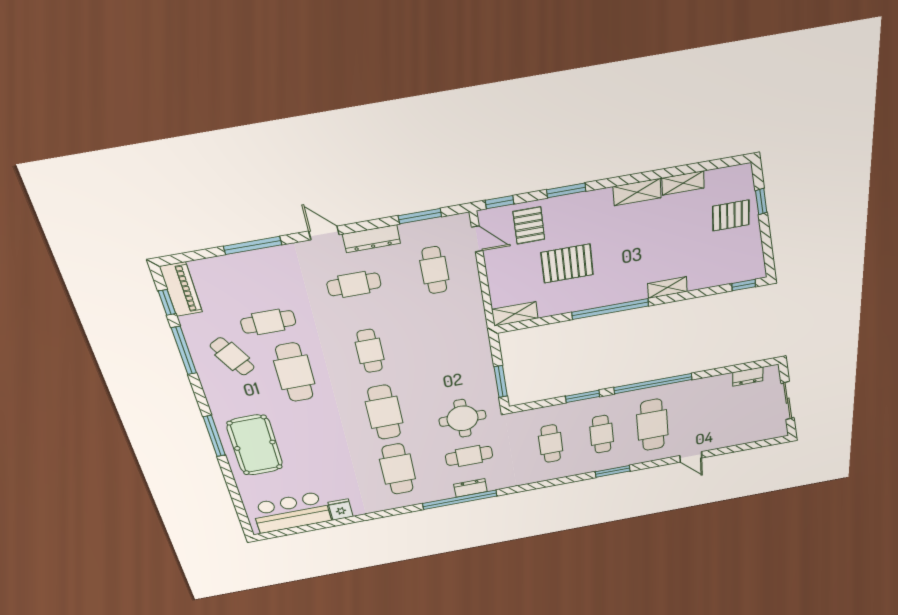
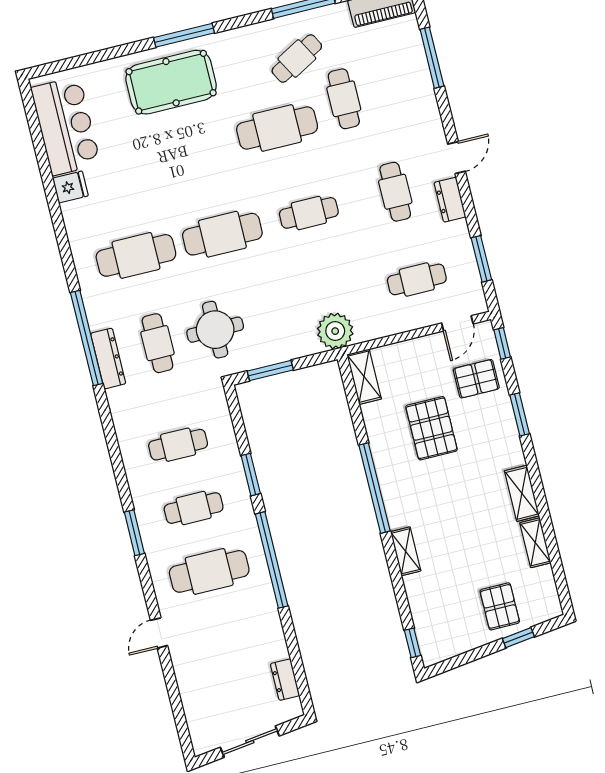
dresser: (372, 239) -> (450, 200), width x0.70
window: (253, 245) -> (432, 58), moved
plant: (473, 334) -> (335, 331), added
dresser: (470, 488) -> (108, 358), width x1.44

